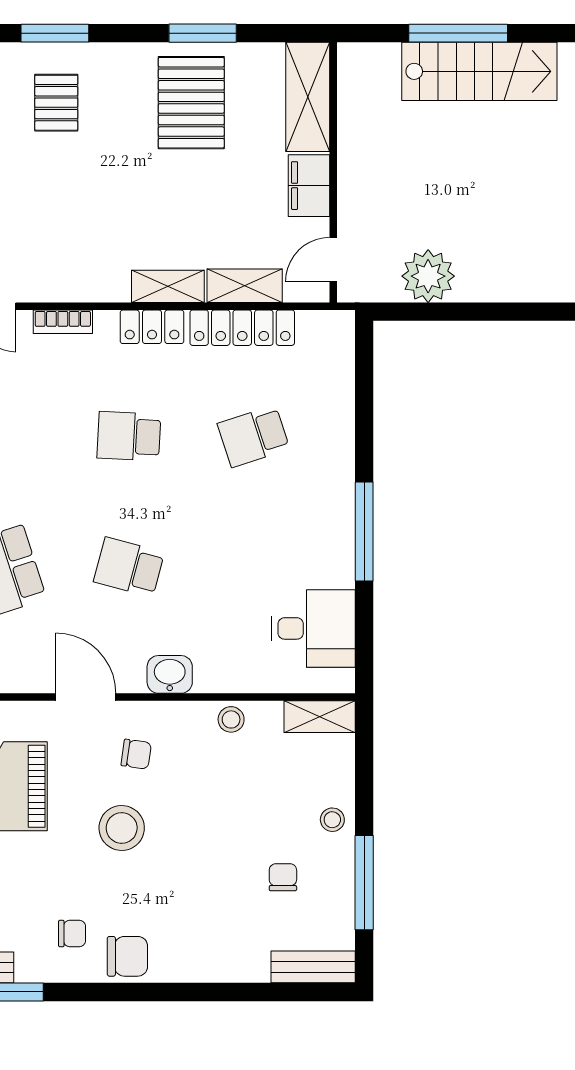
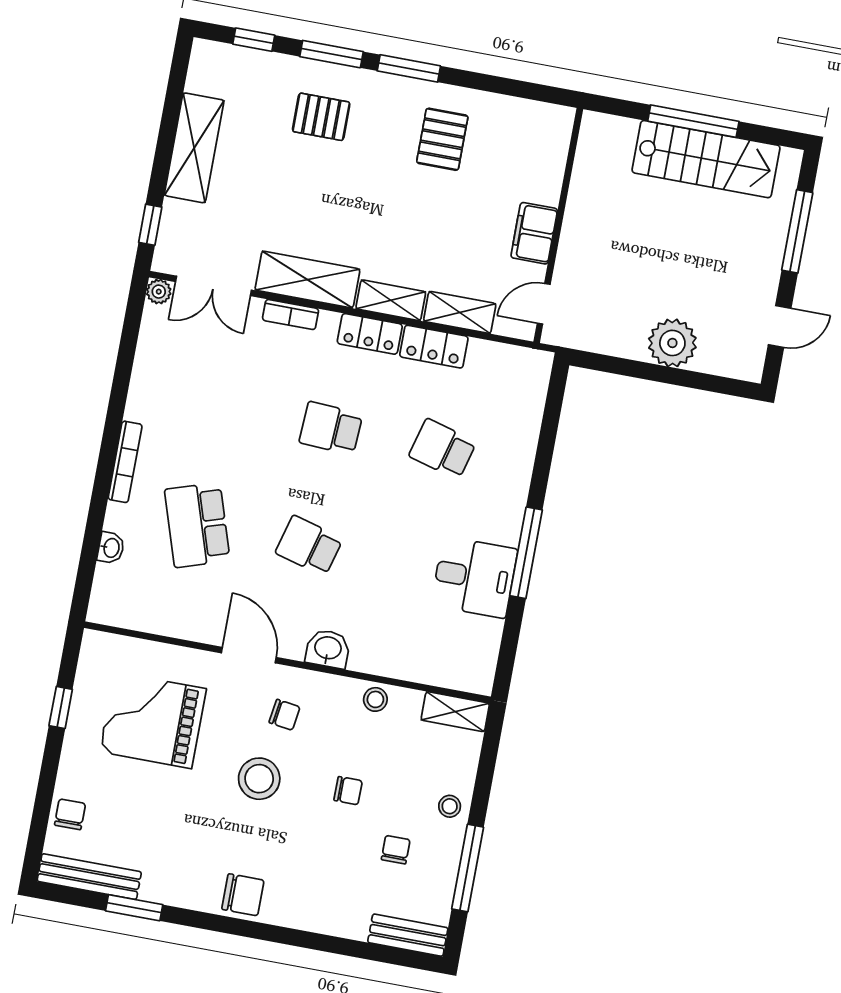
window: (203, 33) -> (409, 68), moved
shelving: (308, 97) -> (307, 280), moved, turned 90
pallet: (56, 103) -> (321, 117), turned 90
pallet: (191, 103) -> (442, 139), width x0.67, depth x0.71
plant: (428, 276) -> (672, 343), moved
locker: (242, 328) -> (434, 347), width x0.66
school desk: (253, 436) -> (443, 449), turned 33
desk: (313, 628) -> (474, 577), moved
chair: (72, 934) -> (348, 791), moved

